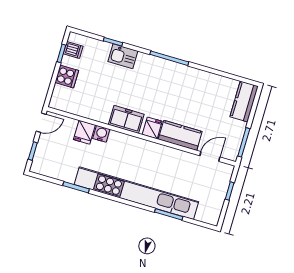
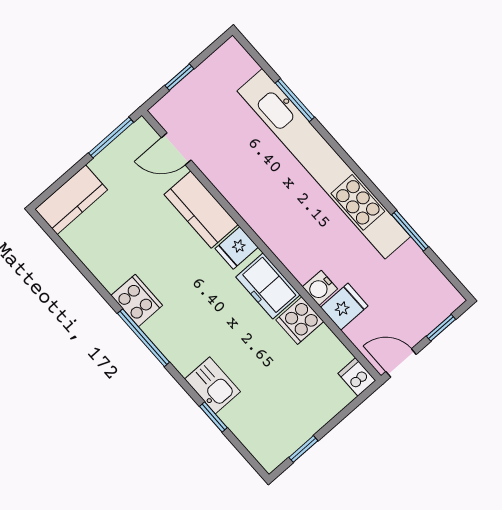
dishwasher: (73, 50) -> (357, 377), moved
cooker: (183, 74) -> (137, 300), added
cooker: (67, 76) -> (300, 321), moved, turned -90

